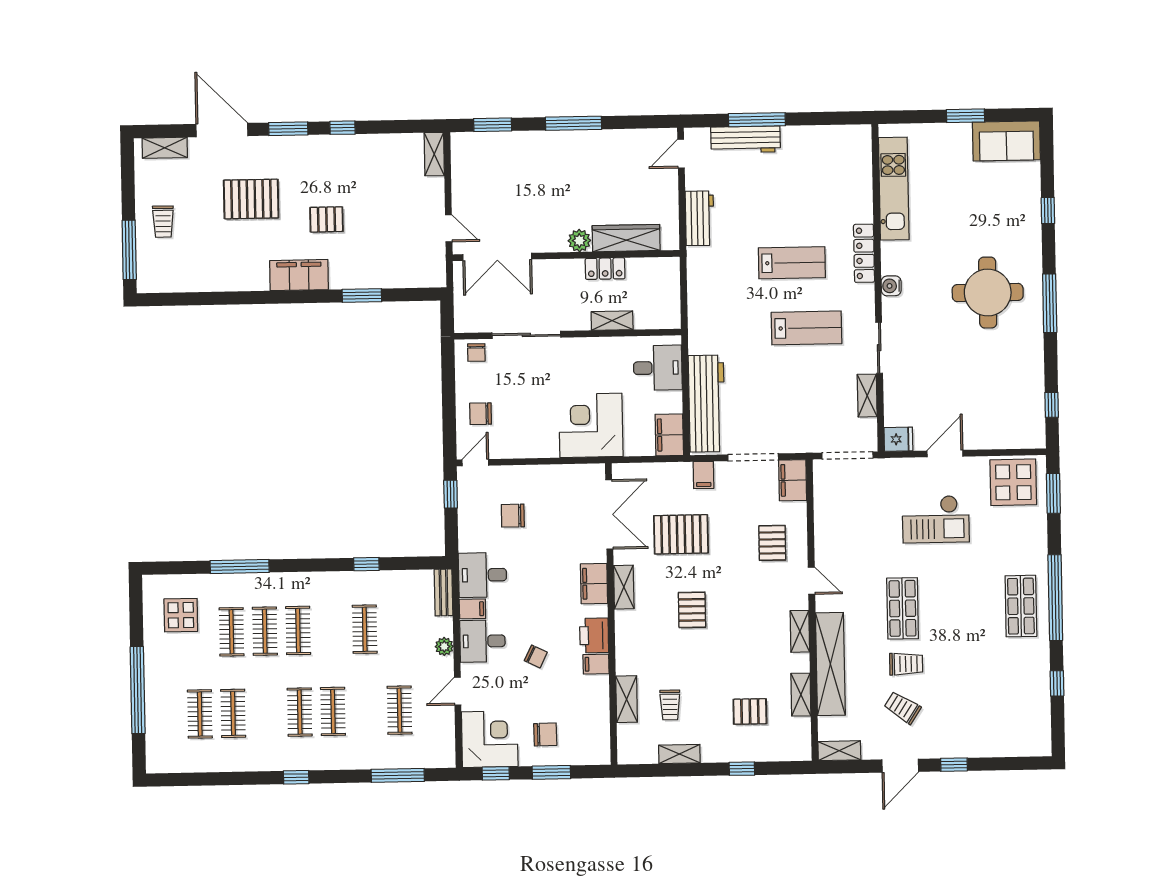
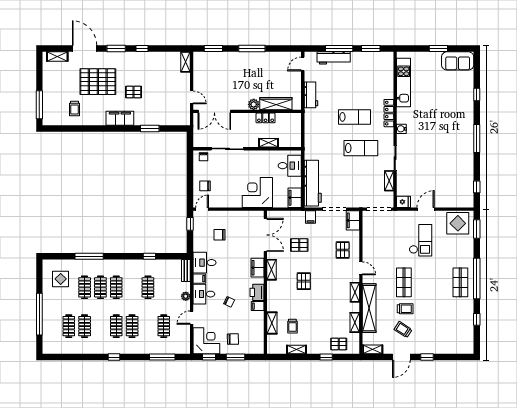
window: (823, 118) -> (371, 49), added
pallet: (251, 199) -> (98, 82), width x1.37, depth x1.41
trolley: (163, 222) -> (75, 108), moved
round table: (988, 293) -> (447, 133), removed
checkout: (936, 519) -> (421, 240), turned -90
pallet: (681, 534) -> (299, 245), width x0.67, depth x0.71
pallet: (750, 711) -> (339, 344), moved

